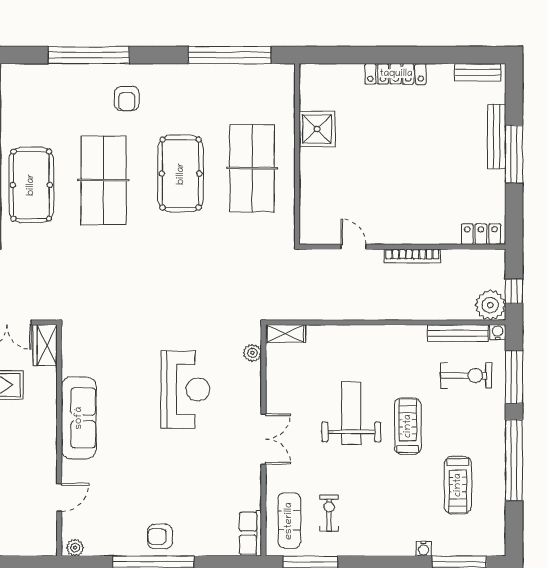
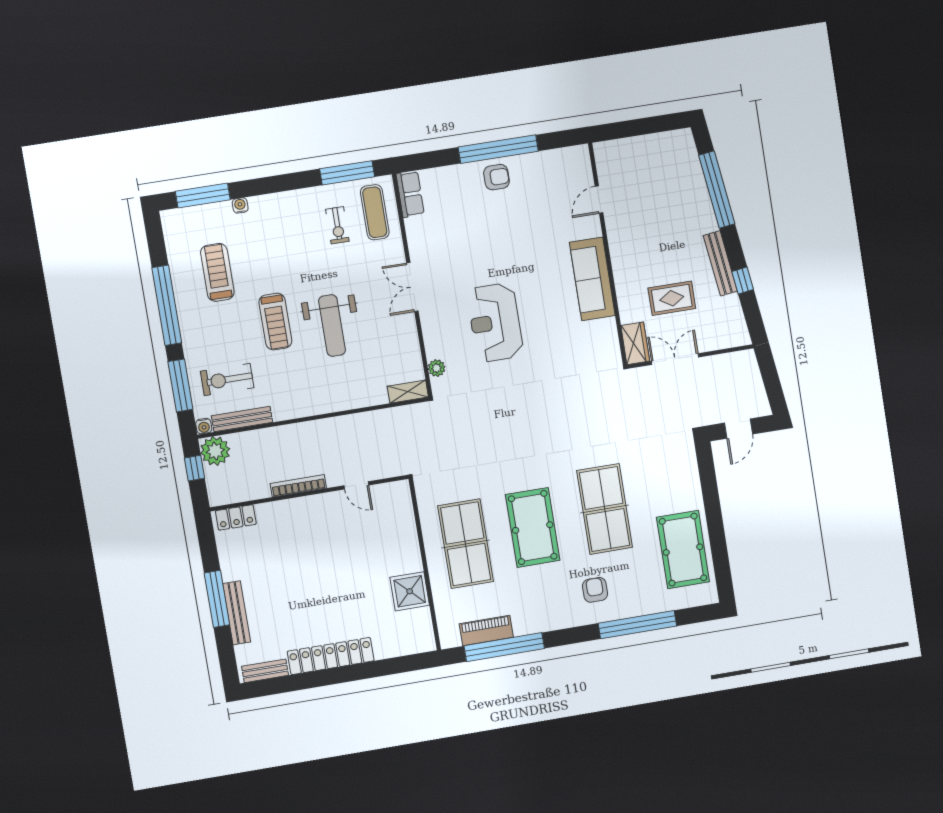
locker: (396, 74) -> (331, 656), width x1.41, depth x1.21
piano: (245, 75) -> (486, 631), added
pool table: (31, 185) -> (683, 550), moved
plant: (75, 548) -> (576, 154), removed

